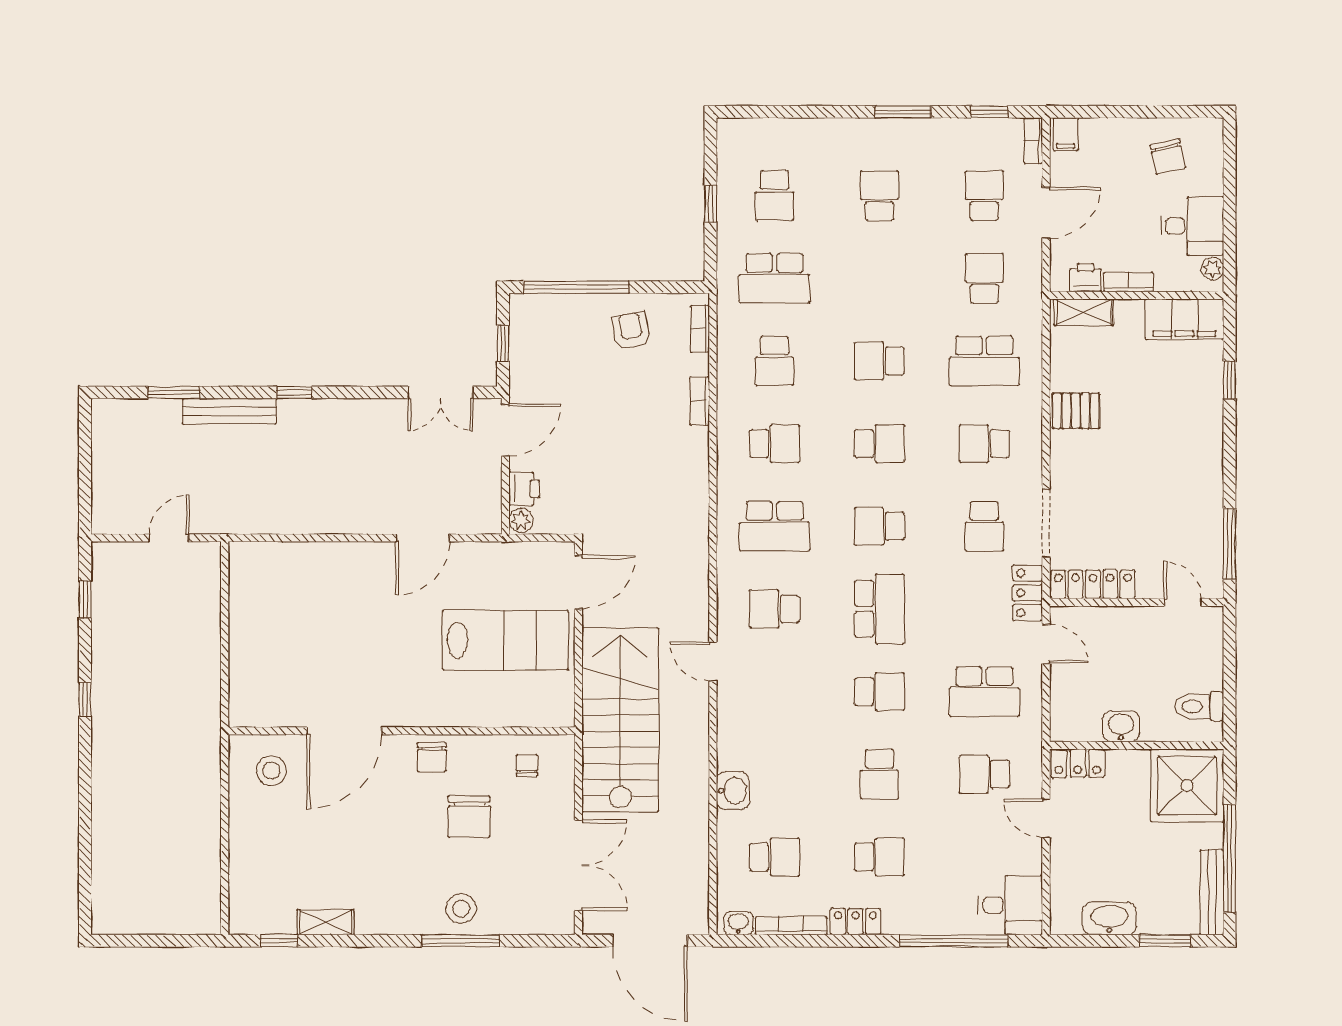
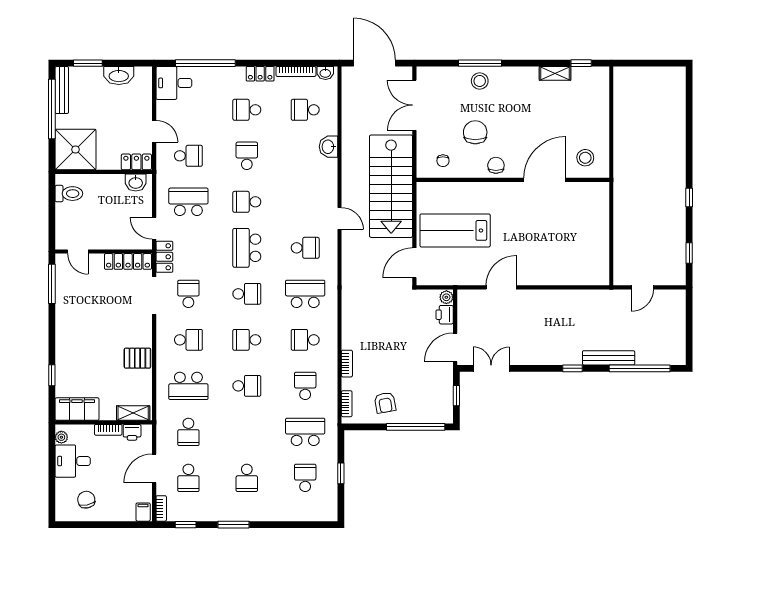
school desk: (984, 361) -> (188, 386), turned 180
window: (174, 392) -> (640, 368), width x2.11
washbasin: (1121, 726) -> (136, 182), moved

